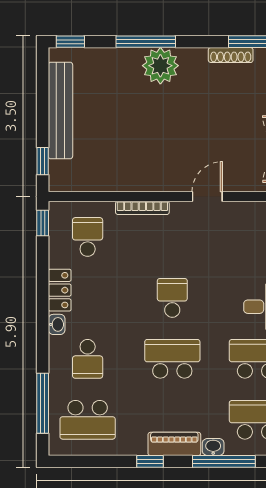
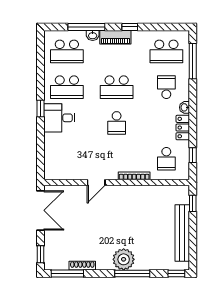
window: (43, 223) -> (193, 155), moved
school desk: (88, 420) -> (166, 51), turned 180

